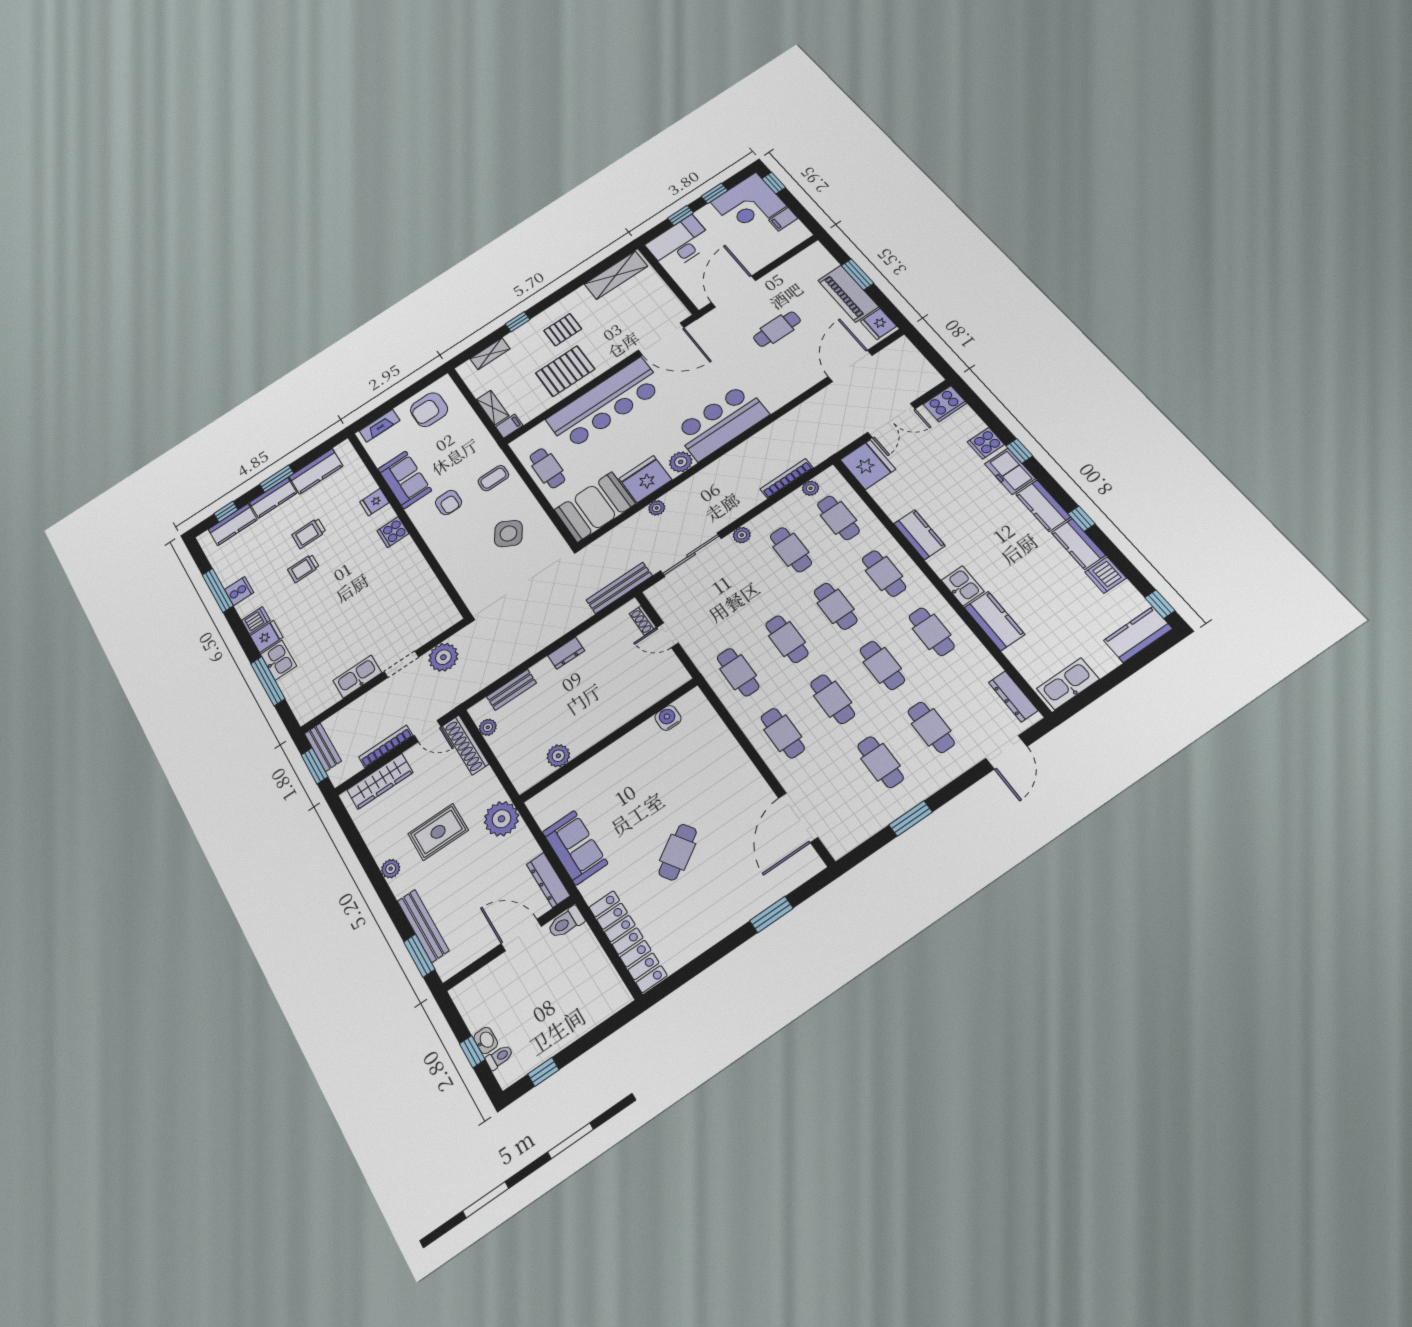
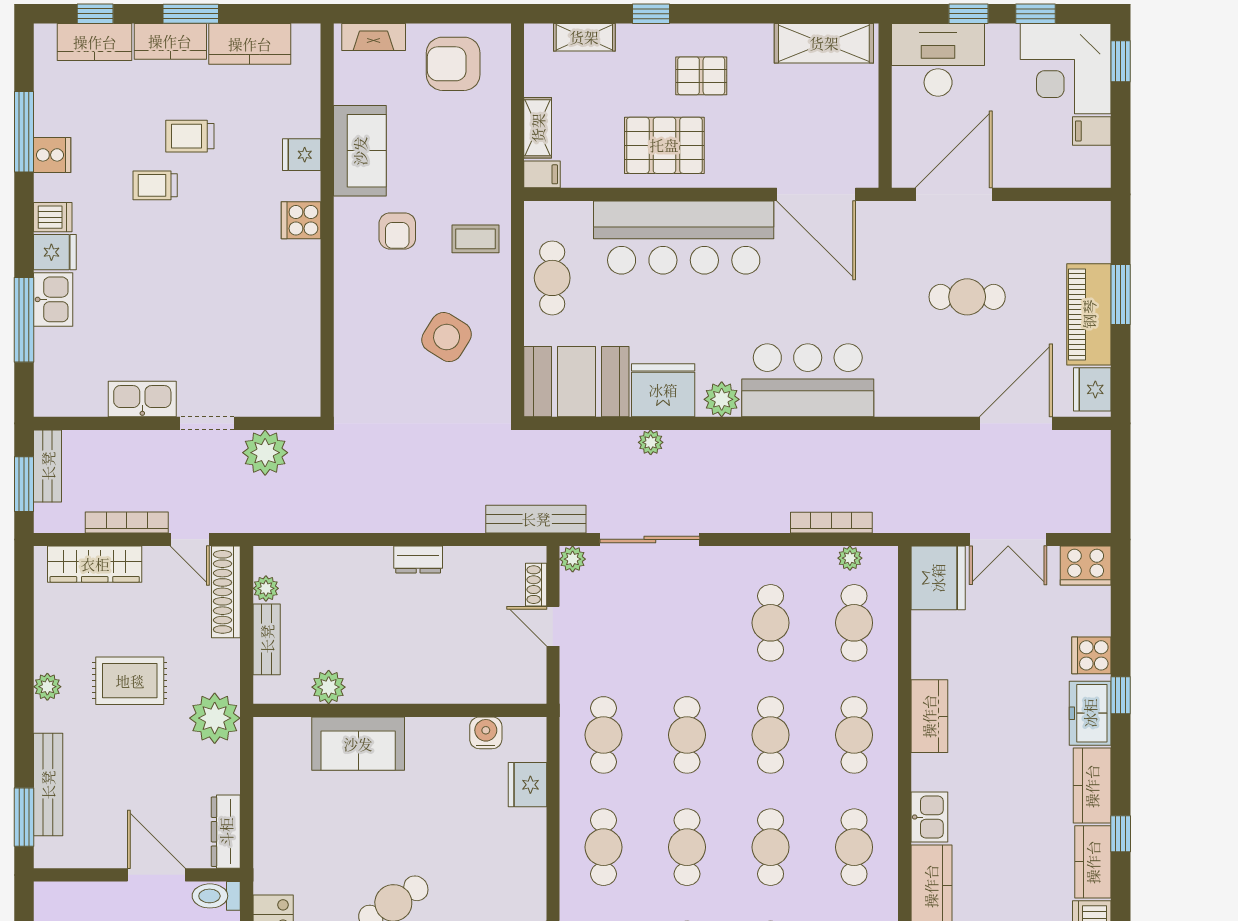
plant: (742, 535) -> (573, 559), moved
bench: (511, 690) -> (267, 639), moved, turned 90
fridge: (712, 729) -> (527, 785), added
sofa: (575, 848) -> (358, 744), moved, turned 90

